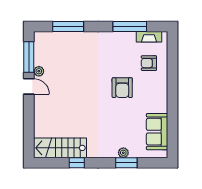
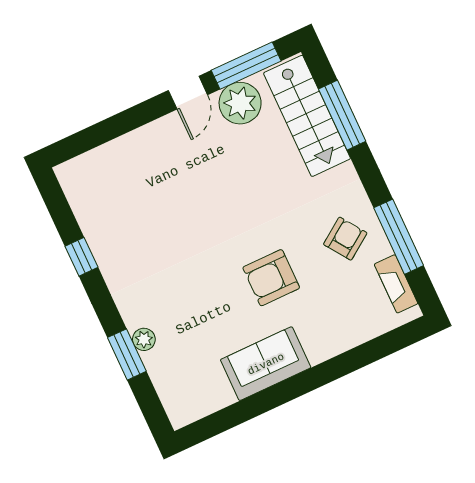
armchair: (149, 63) -> (345, 239), moved, turned 55
plant: (39, 71) -> (240, 103), width x1.87, depth x1.87
sofa: (157, 132) -> (266, 364), moved
stairs: (60, 148) -> (307, 116), moved, turned 180

